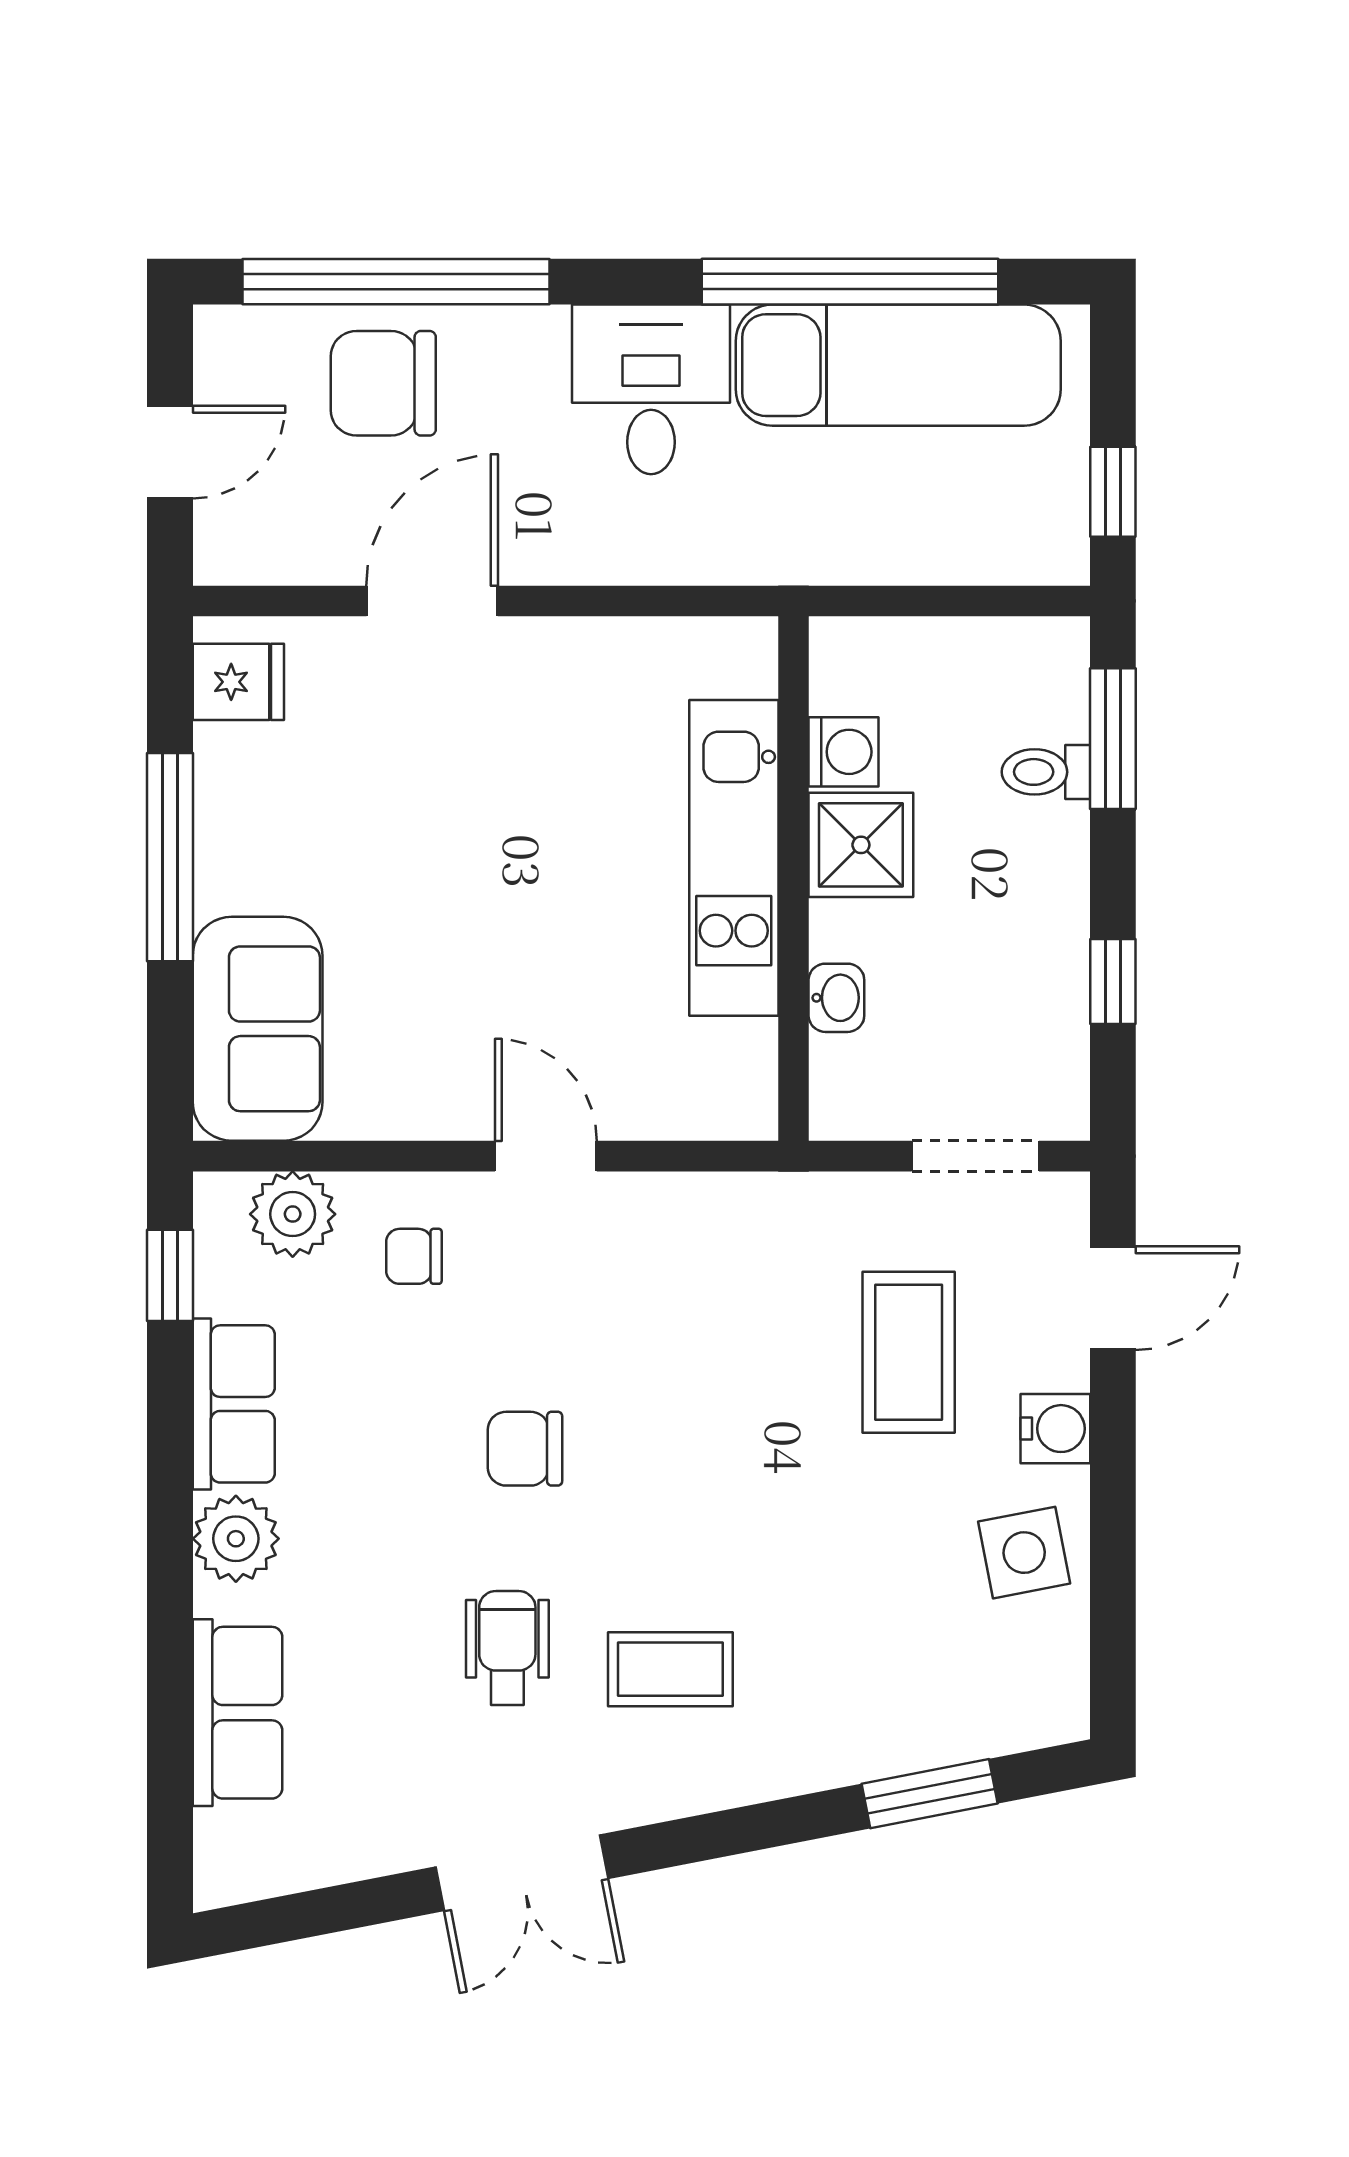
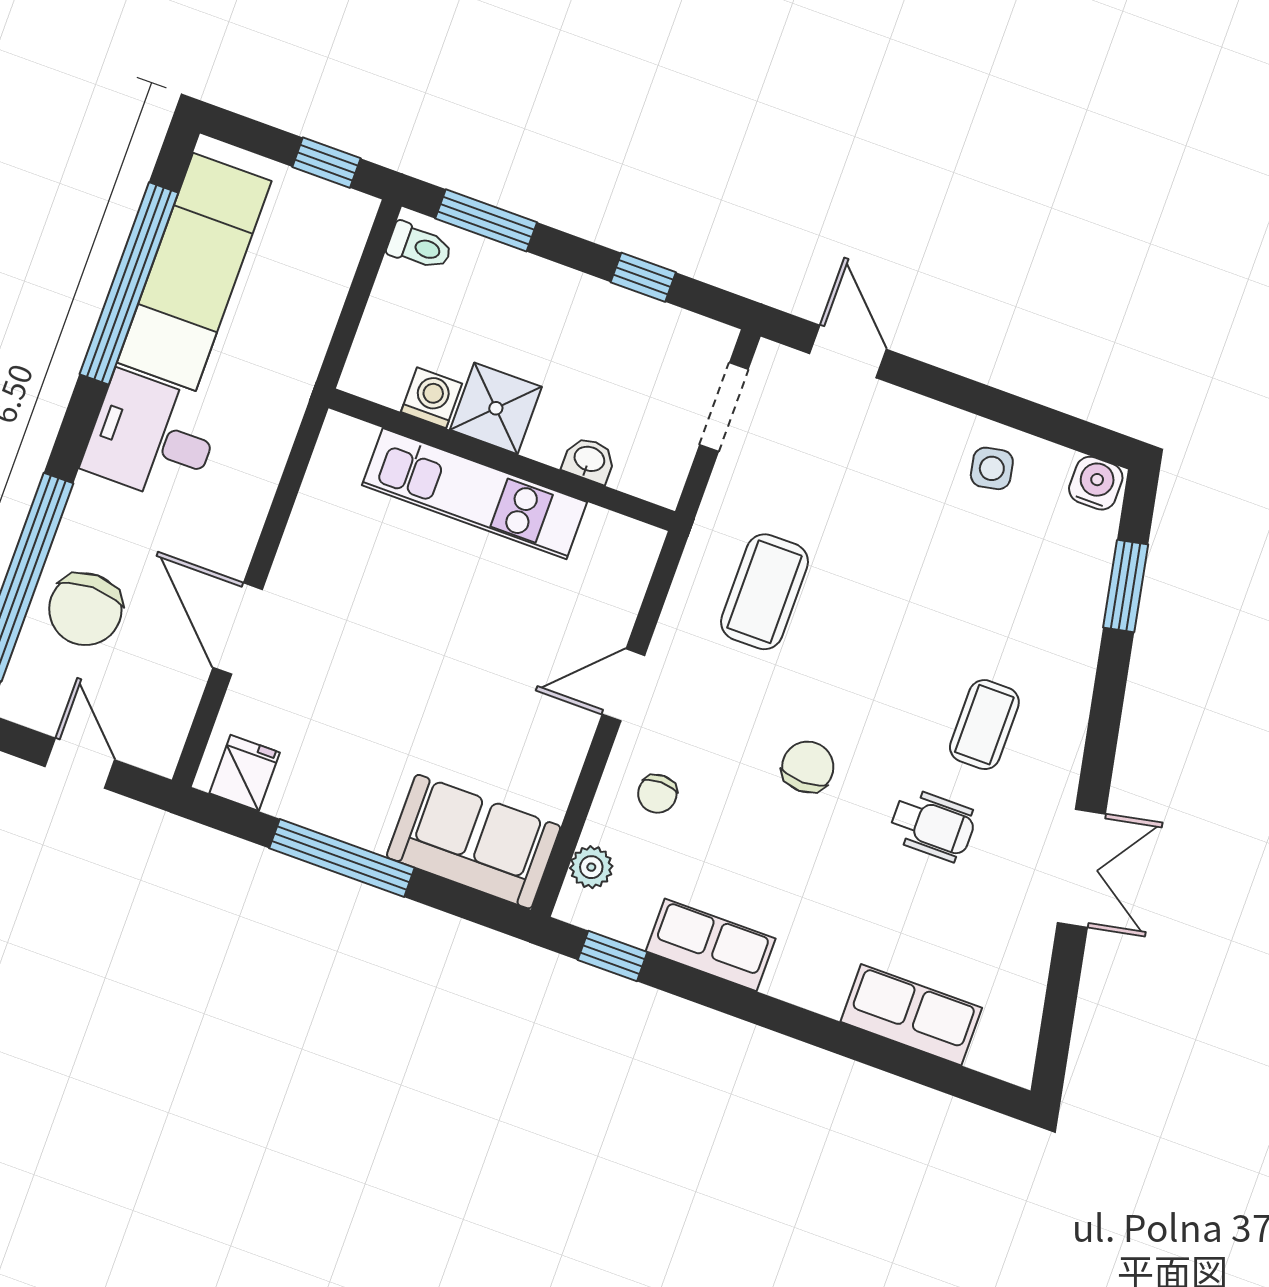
toilet: (1046, 772) -> (419, 246), moved, turned -90
plant: (293, 1214) -> (591, 867), width x0.73, depth x0.73
coffee table: (909, 1352) -> (764, 592), moved, turned 90
water cooler: (1055, 1429) -> (1096, 483), moved
chair: (525, 1449) -> (808, 767), turned 180
plant: (236, 1539) -> (798, 975), removed
side table: (1024, 1553) -> (992, 468), width x0.73, depth x0.73
wheelchair: (507, 1648) -> (932, 825), turned 180

